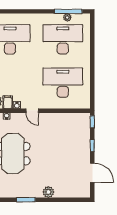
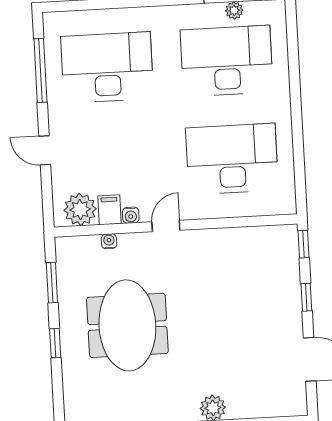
door: (32, 111) -> (166, 226), swing flipped

